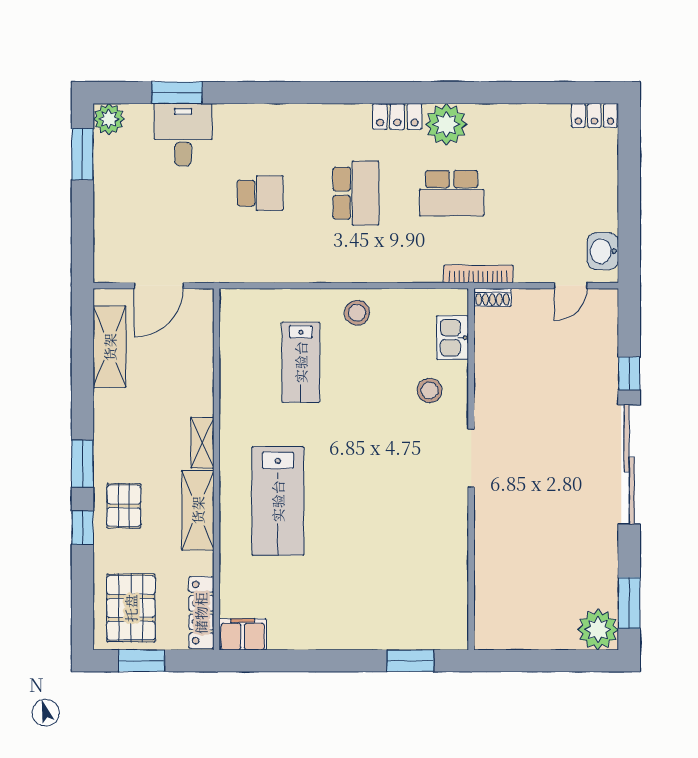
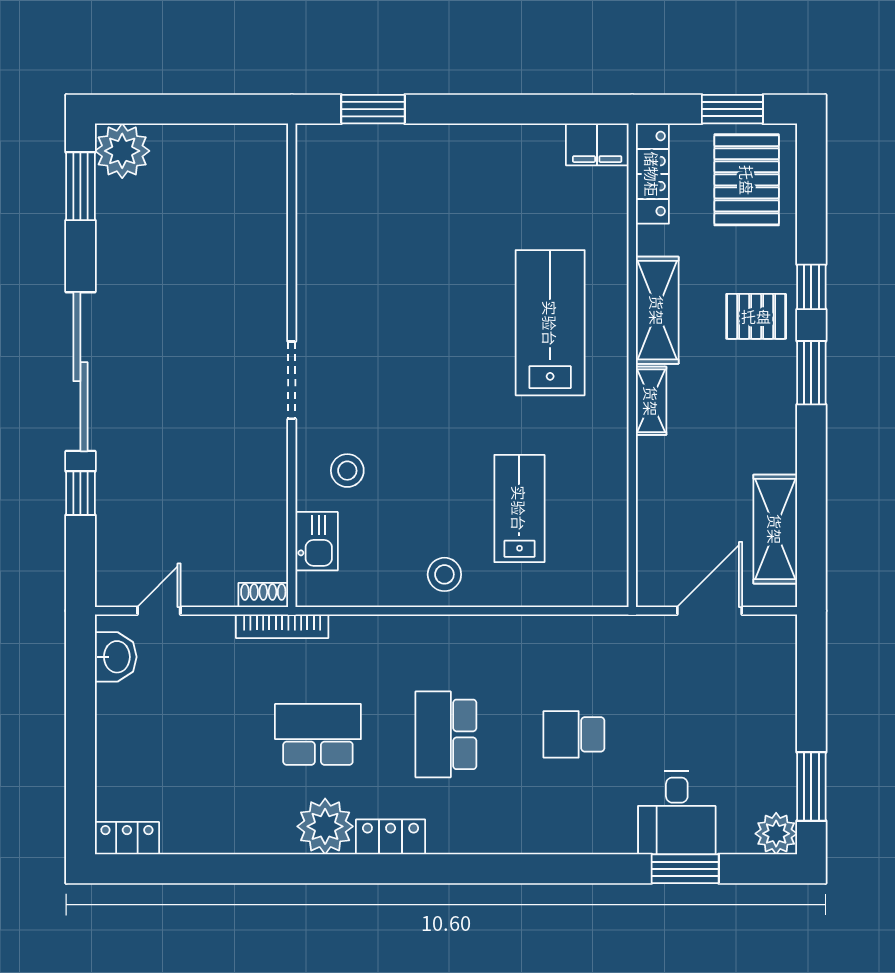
pallet: (124, 506) -> (756, 316), turned 90

